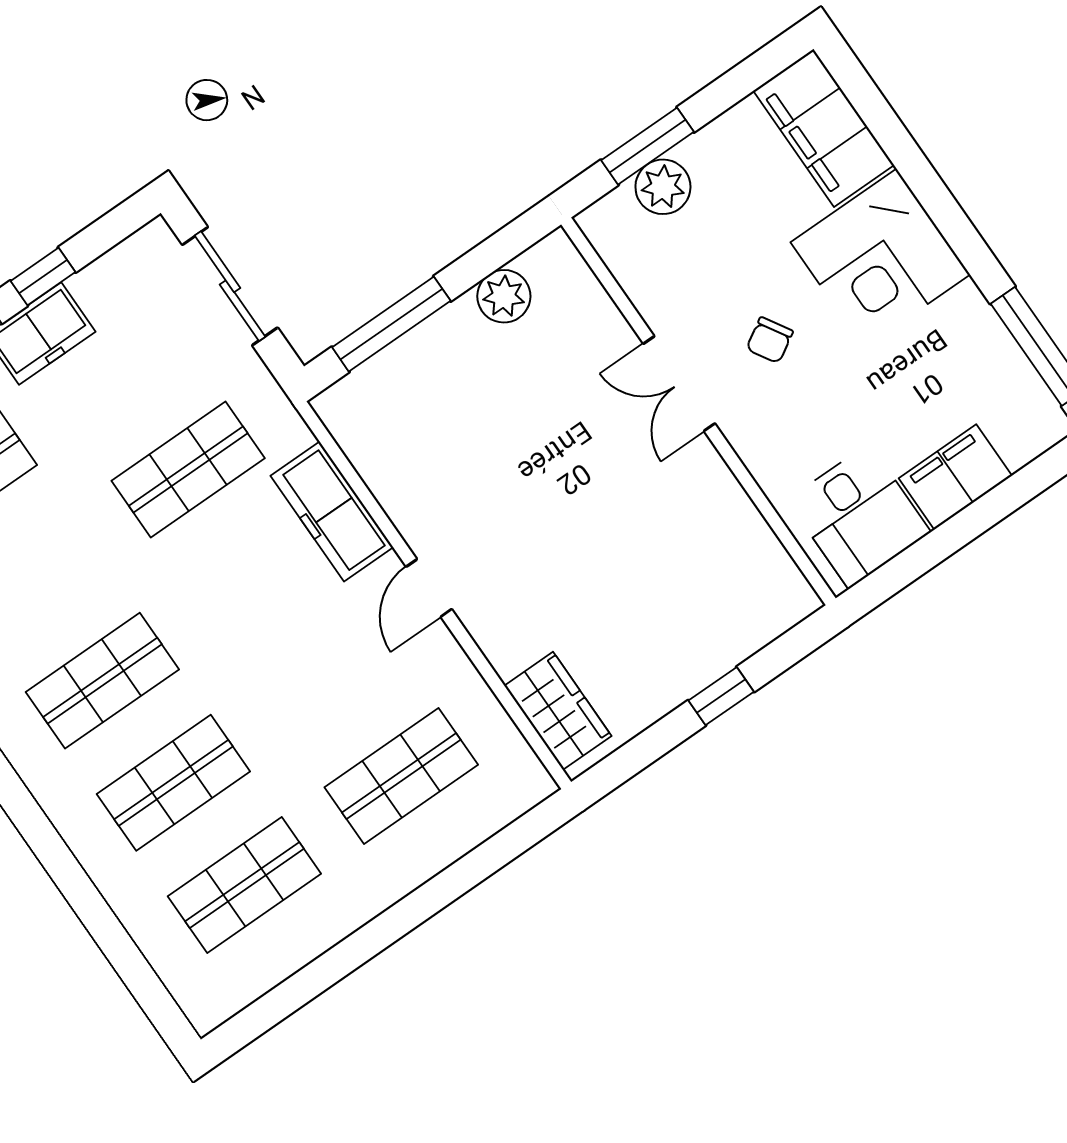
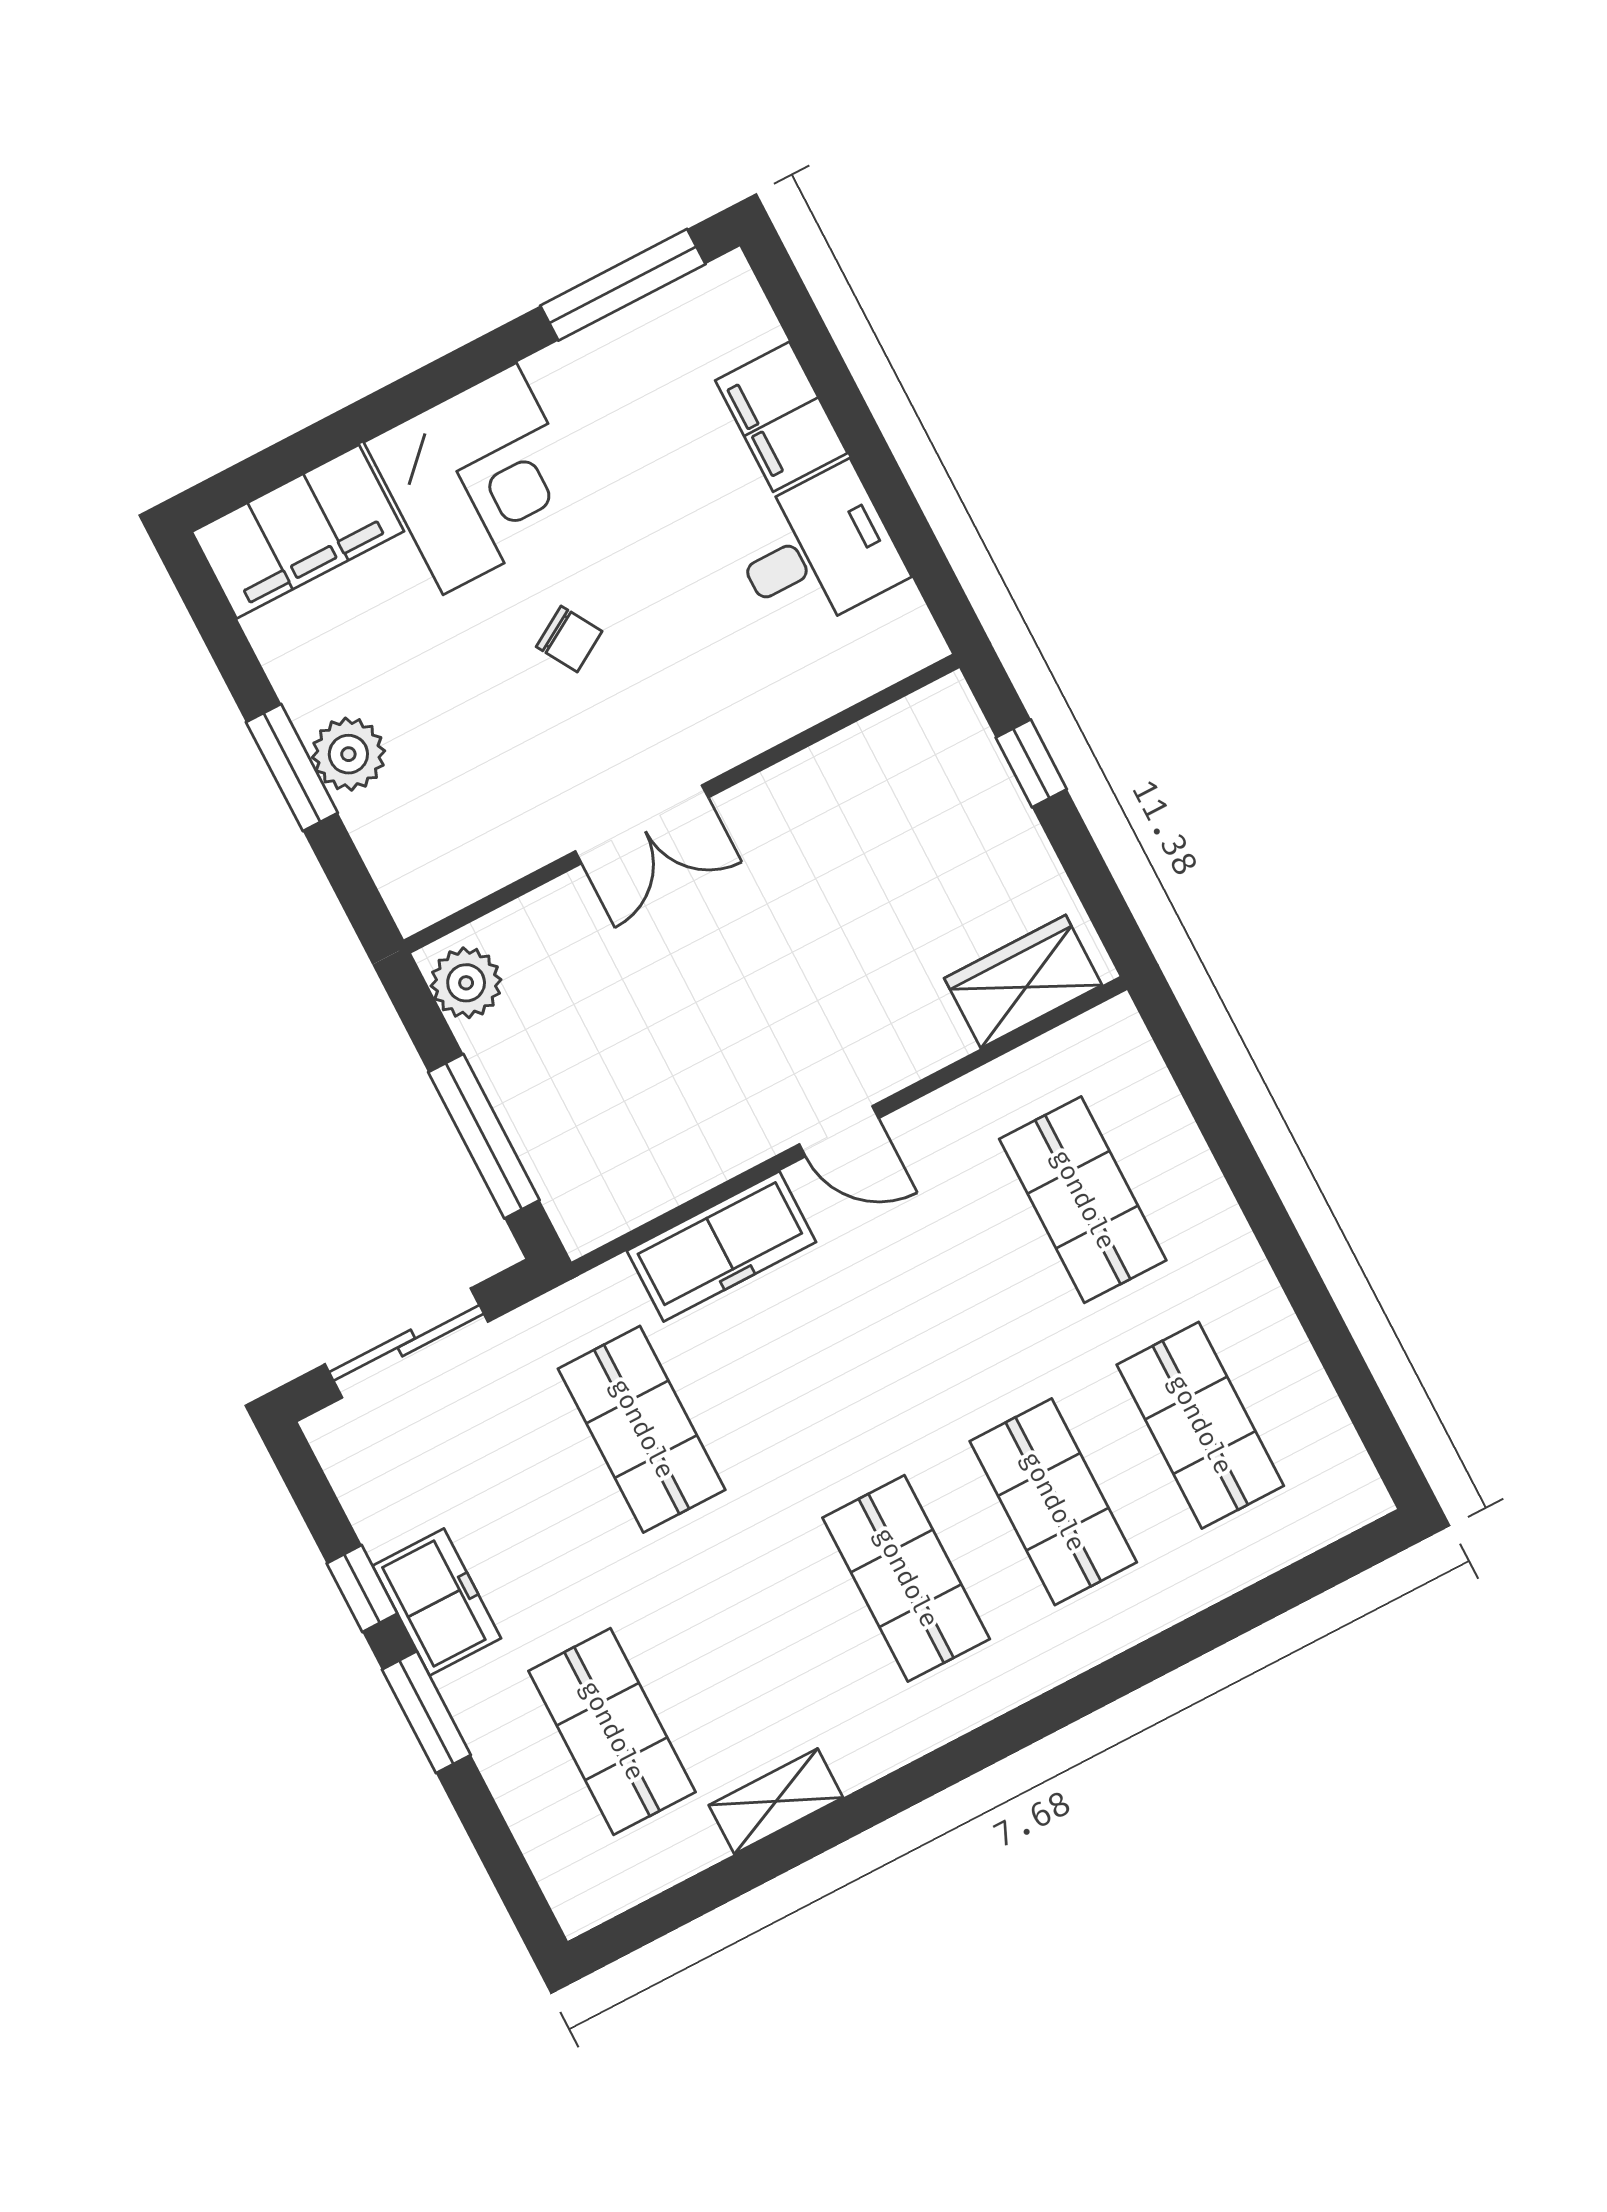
double door: (679, 384) -> (642, 824), moved
wall: (698, 411) -> (682, 804), moved

